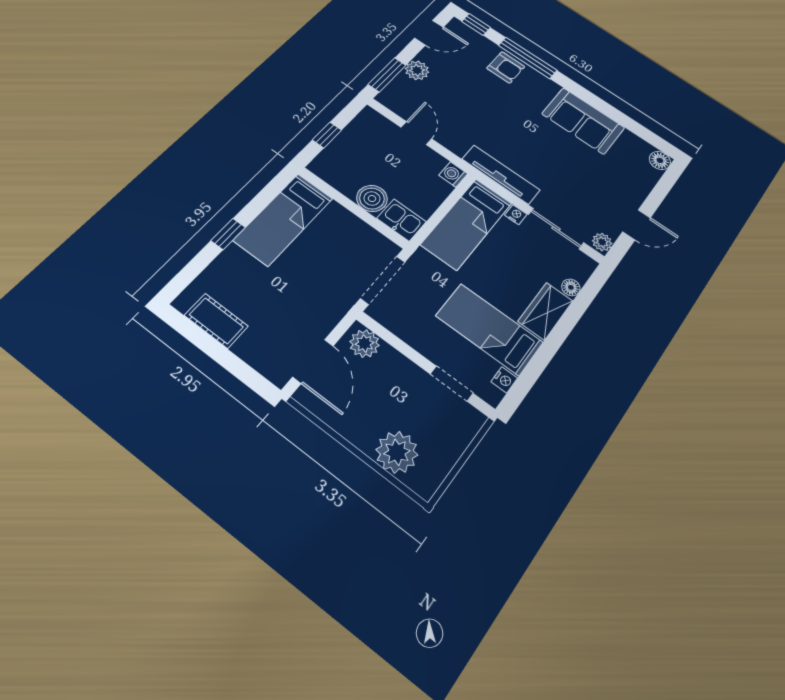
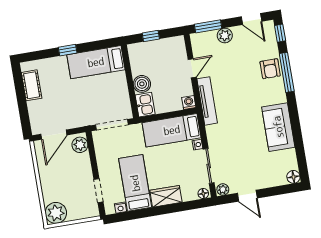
tv unit: (501, 174) -> (207, 101), moved
floor lamp: (571, 287) -> (203, 194), moved
plant: (397, 452) -> (56, 213), moved

